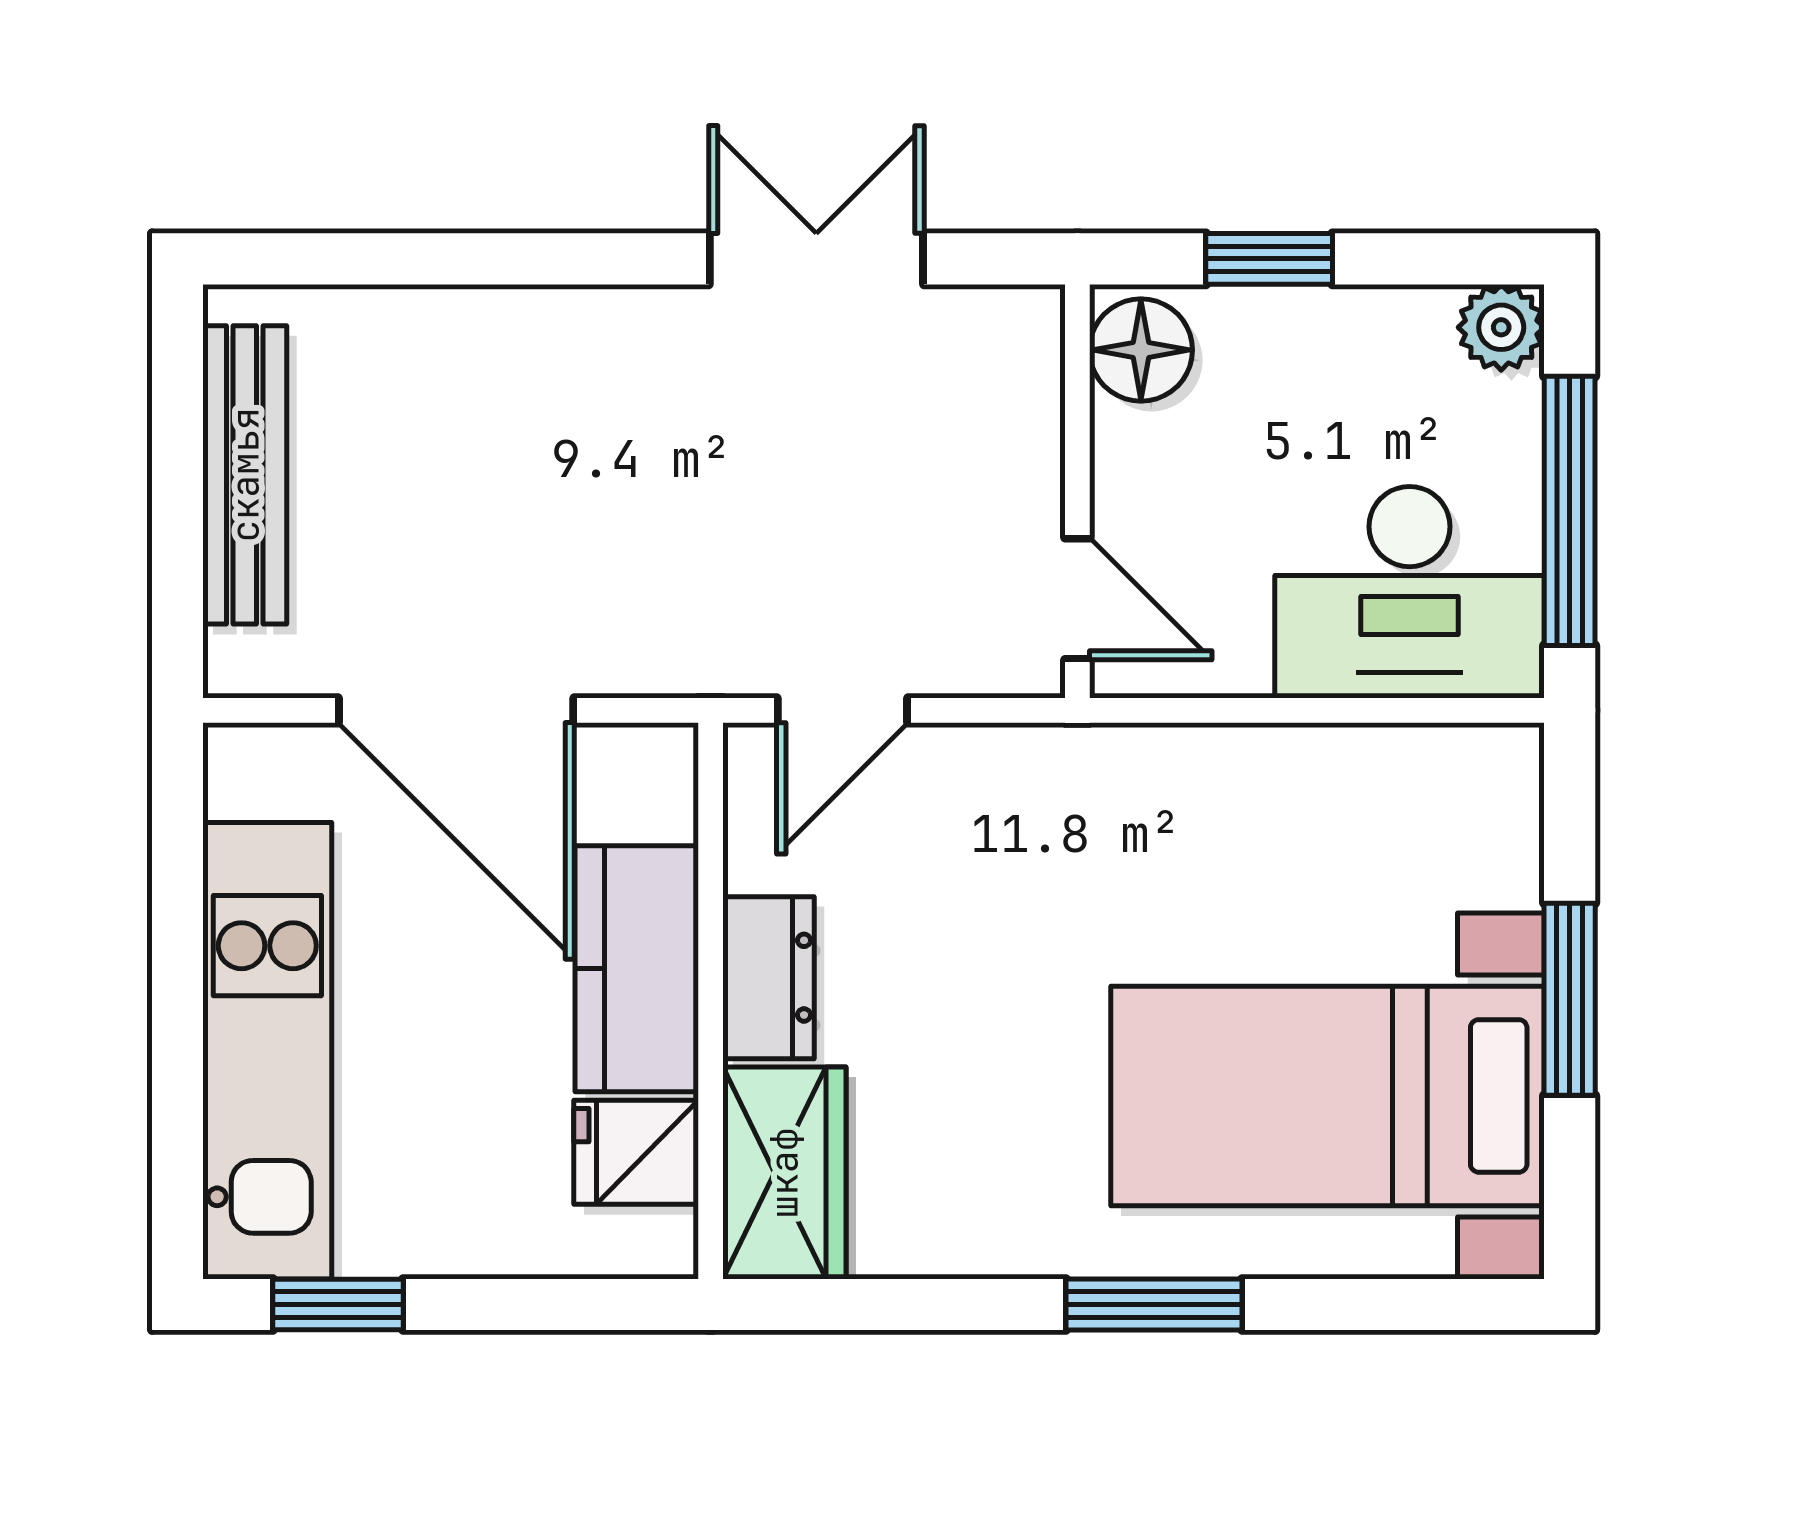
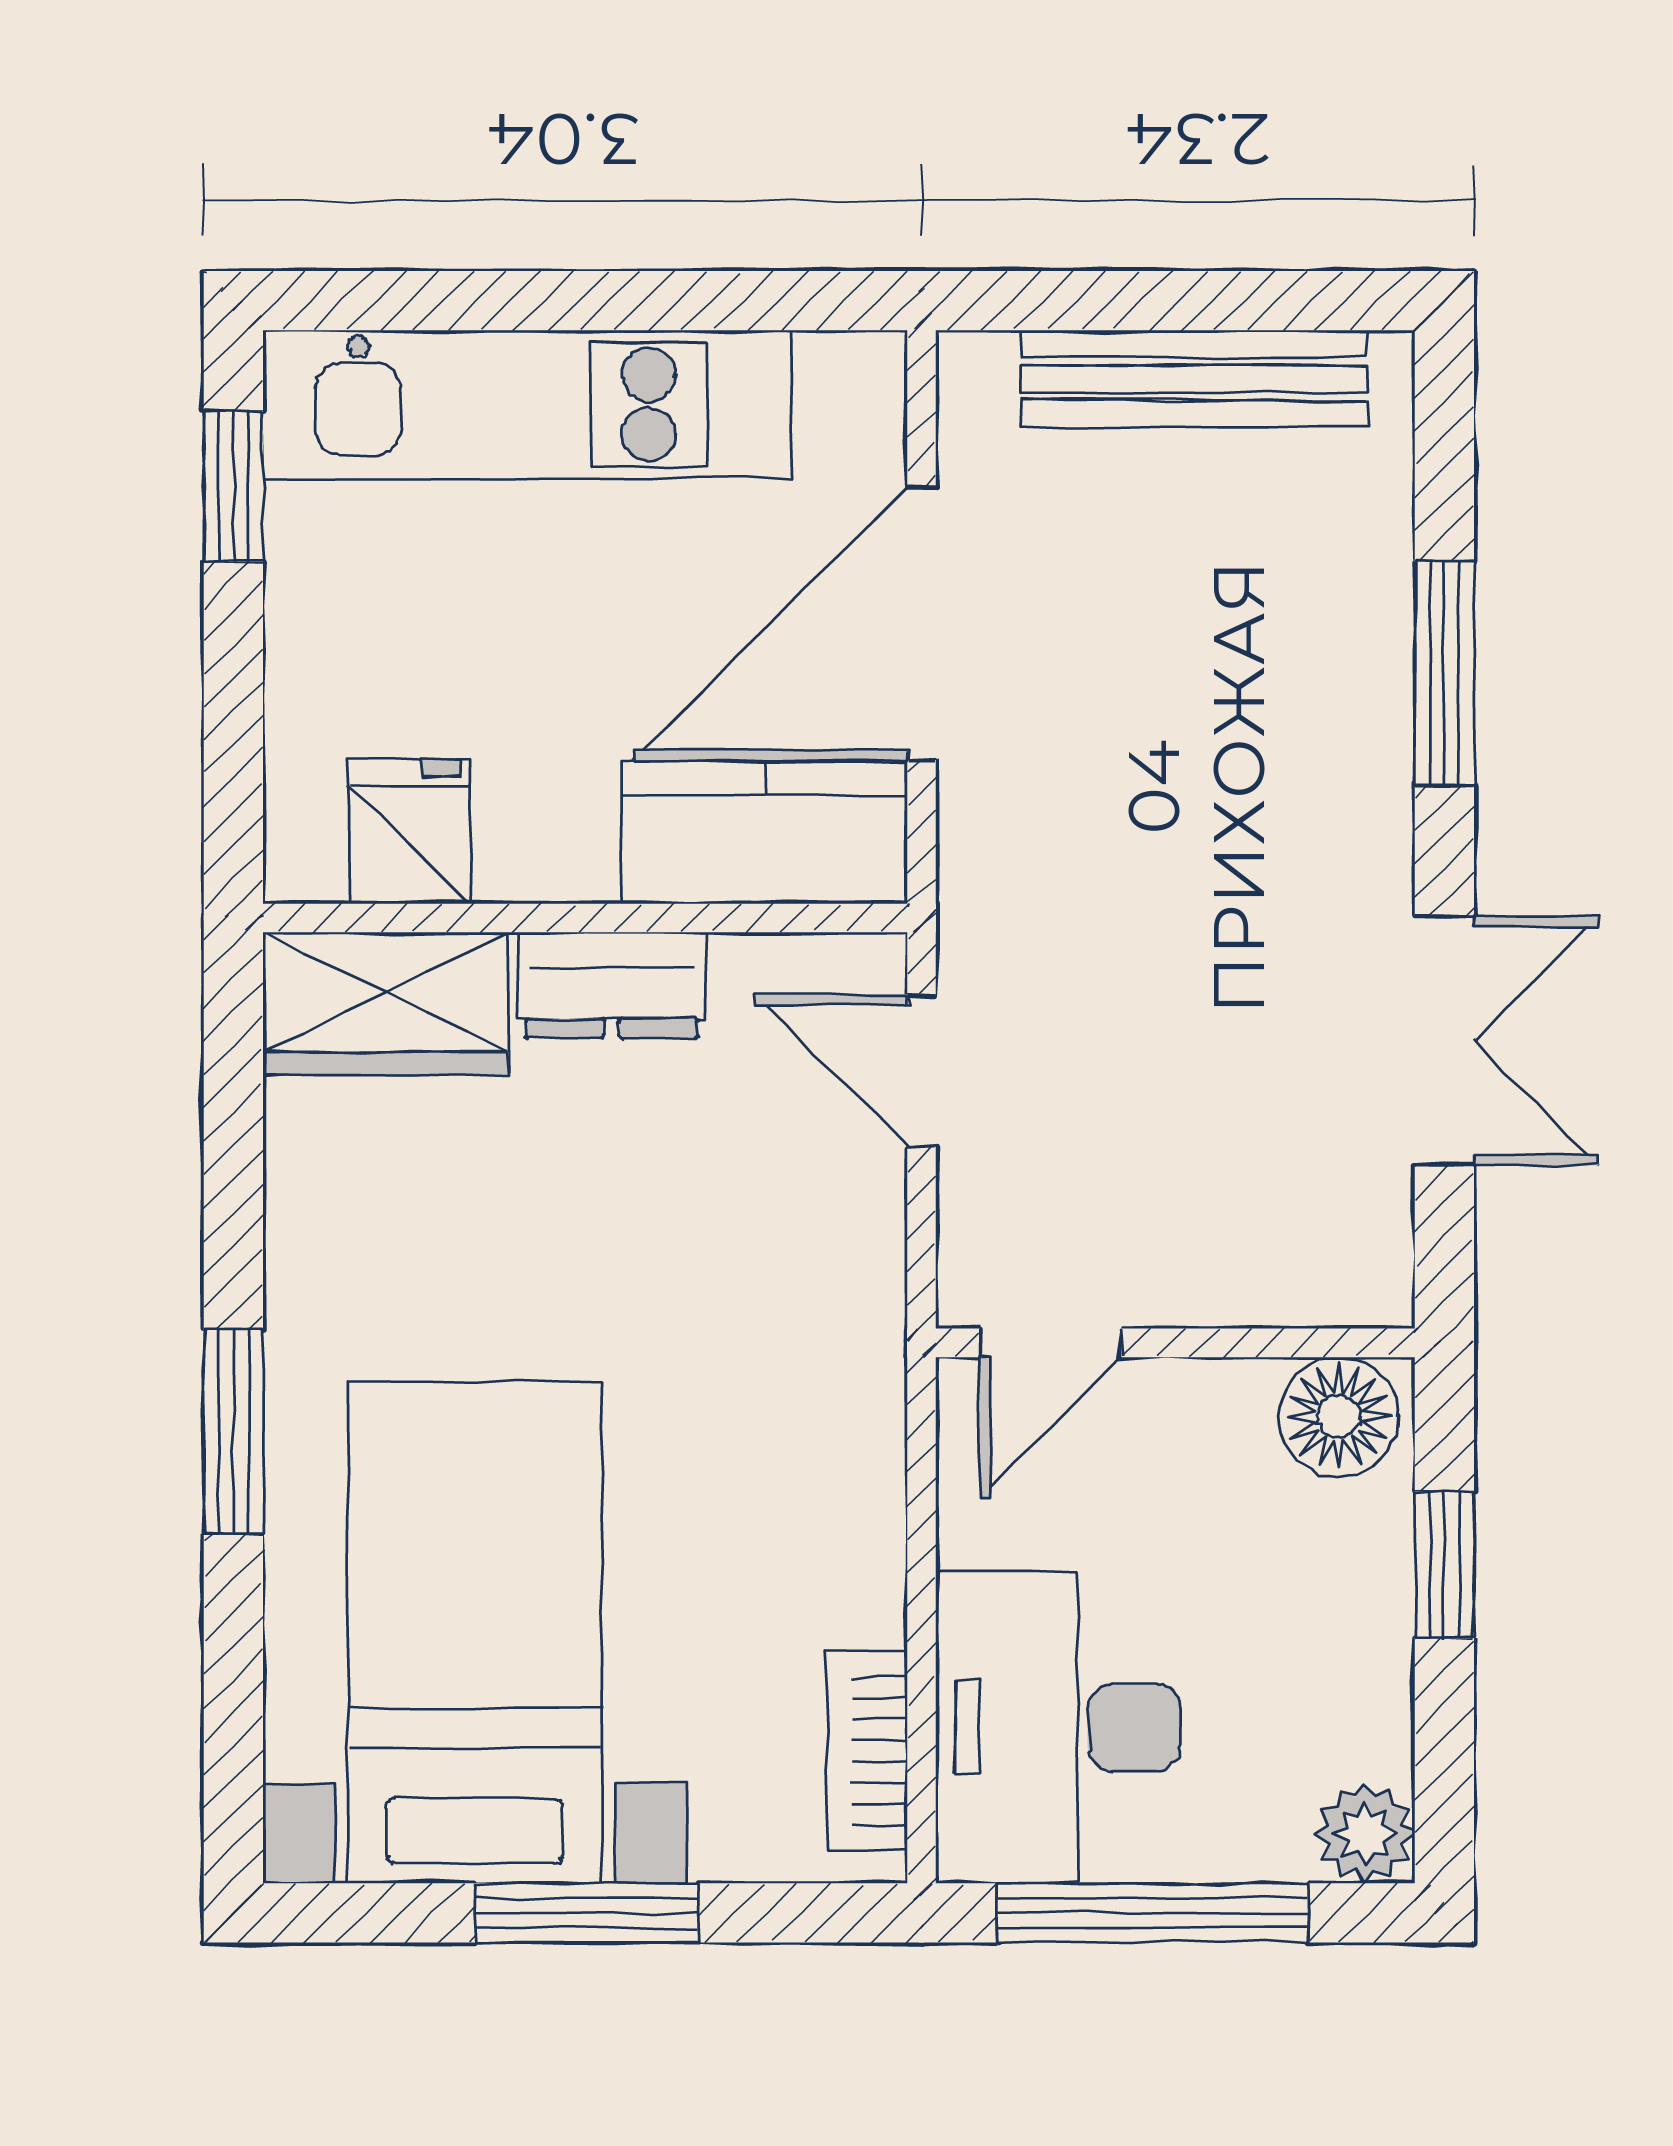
window: (499, 259) -> (1444, 673), added
bookcase: (1430, 757) -> (867, 1751), added
kitchen counter: (637, 969) -> (765, 832), moved

